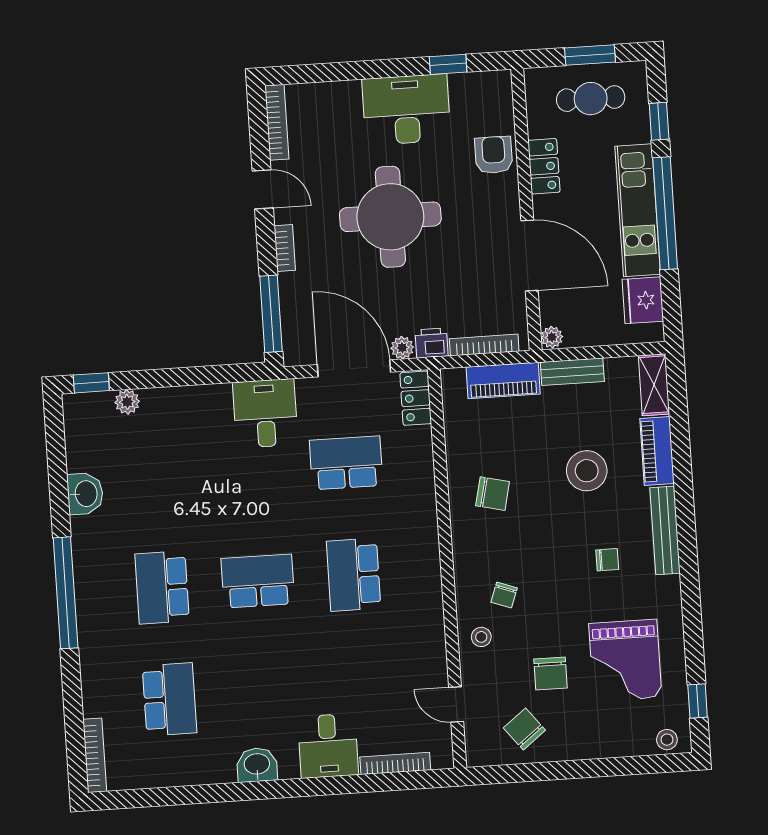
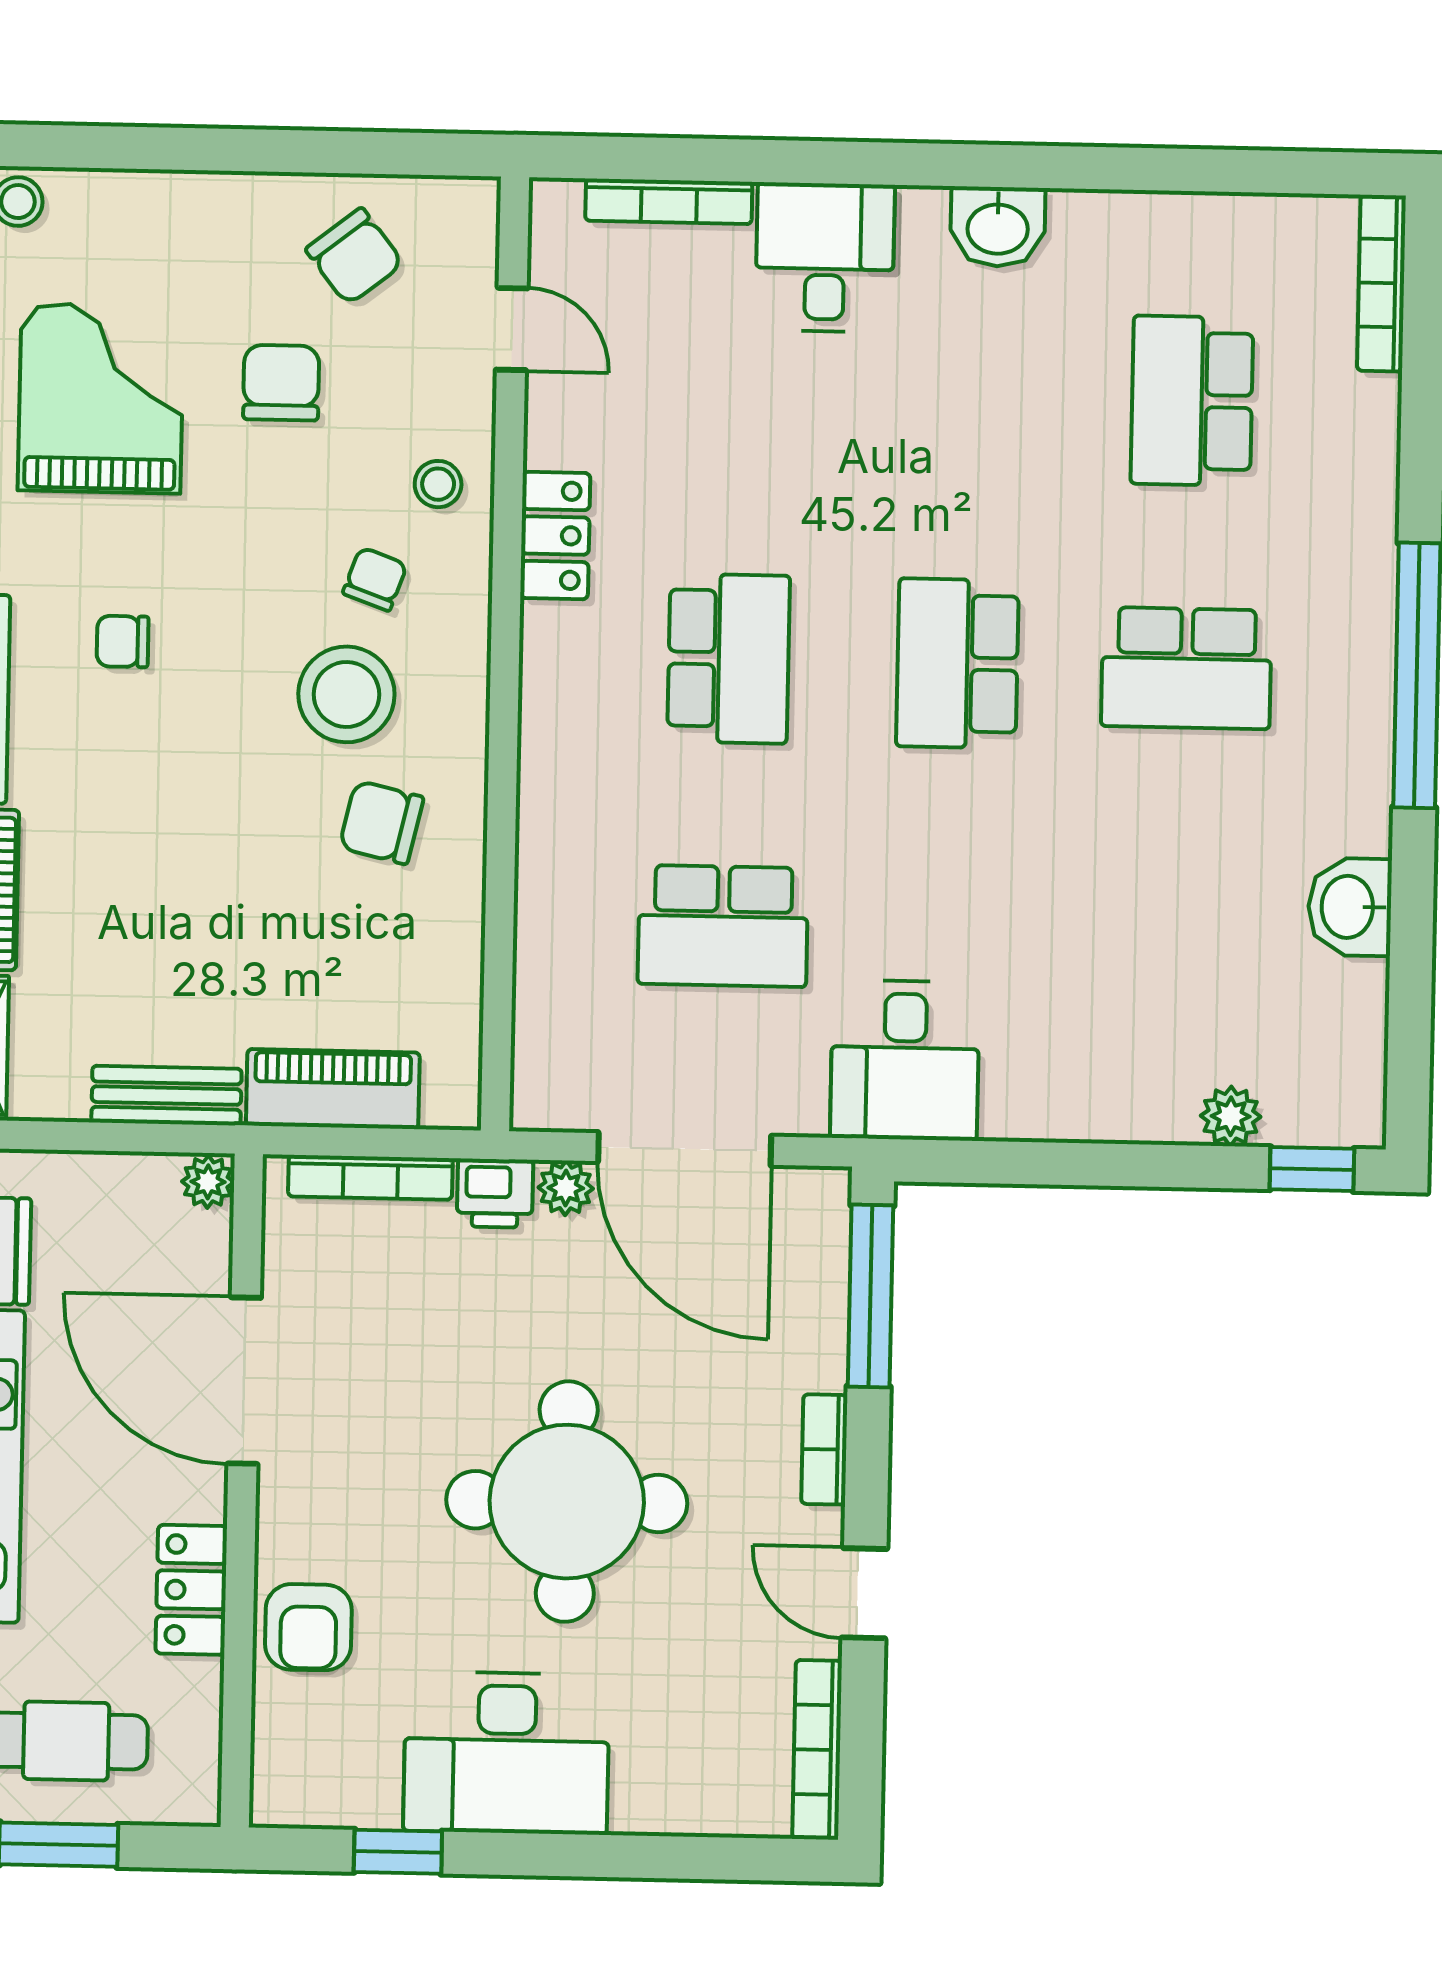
locker: (416, 398) -> (555, 536), moved
stool: (587, 471) -> (346, 694), moved
school desk: (258, 581) -> (957, 663), turned 90
school desk: (162, 587) -> (1186, 668), turned 90

